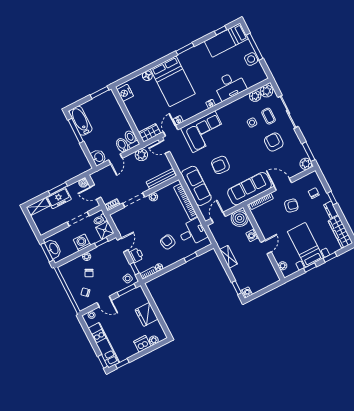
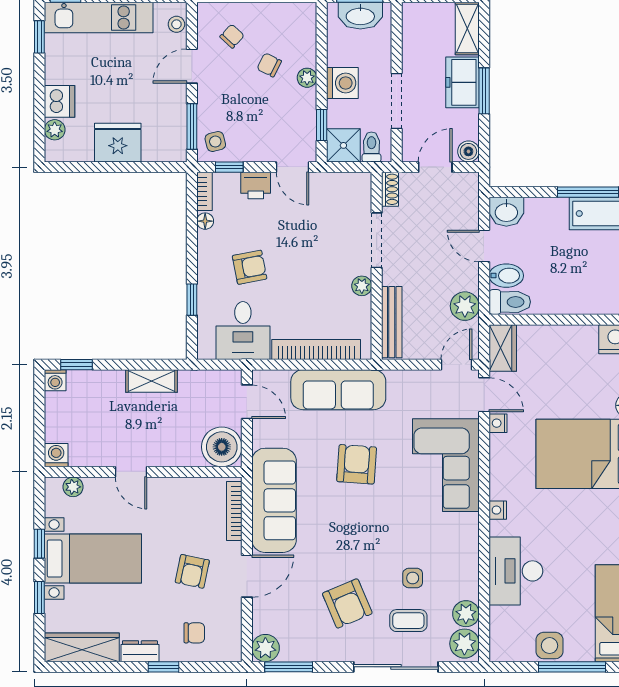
armchair: (274, 142) -> (347, 603), turned 67
washing machine: (252, 235) -> (56, 455), moved

